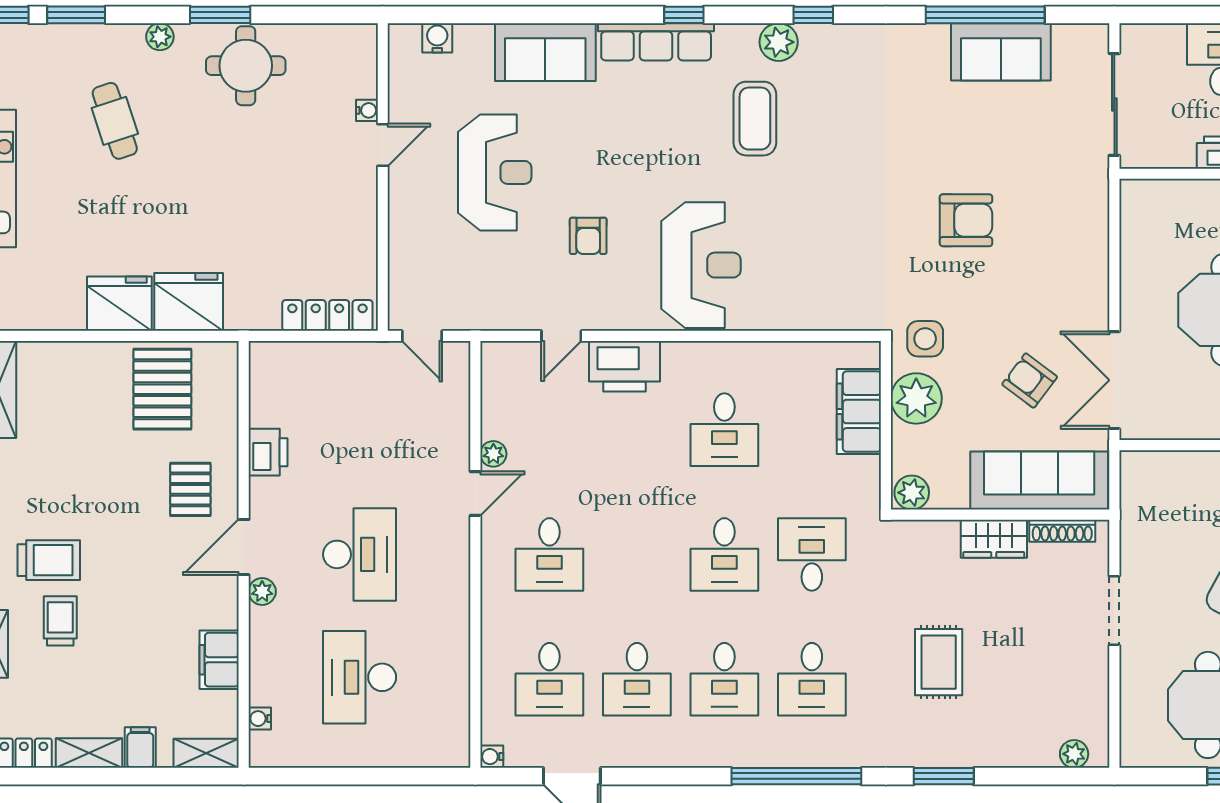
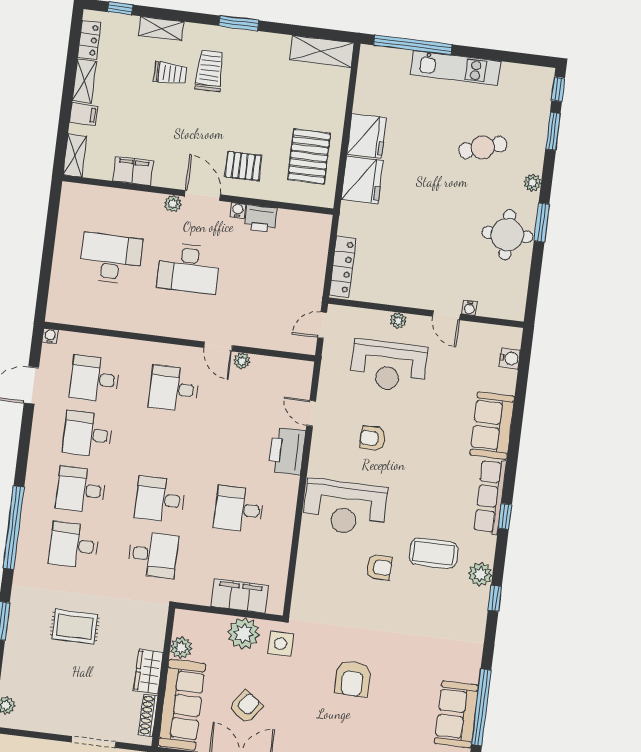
reception desk: (495, 172) -> (389, 366), moved
armchair: (787, 201) -> (379, 567), added
plant: (400, 219) -> (398, 321), added
pallet: (162, 389) -> (309, 156), turned 90
plant: (912, 493) -> (181, 648), moved
trolley: (49, 560) -> (210, 71), turned 180
water cooler: (260, 719) -> (238, 210), moved

